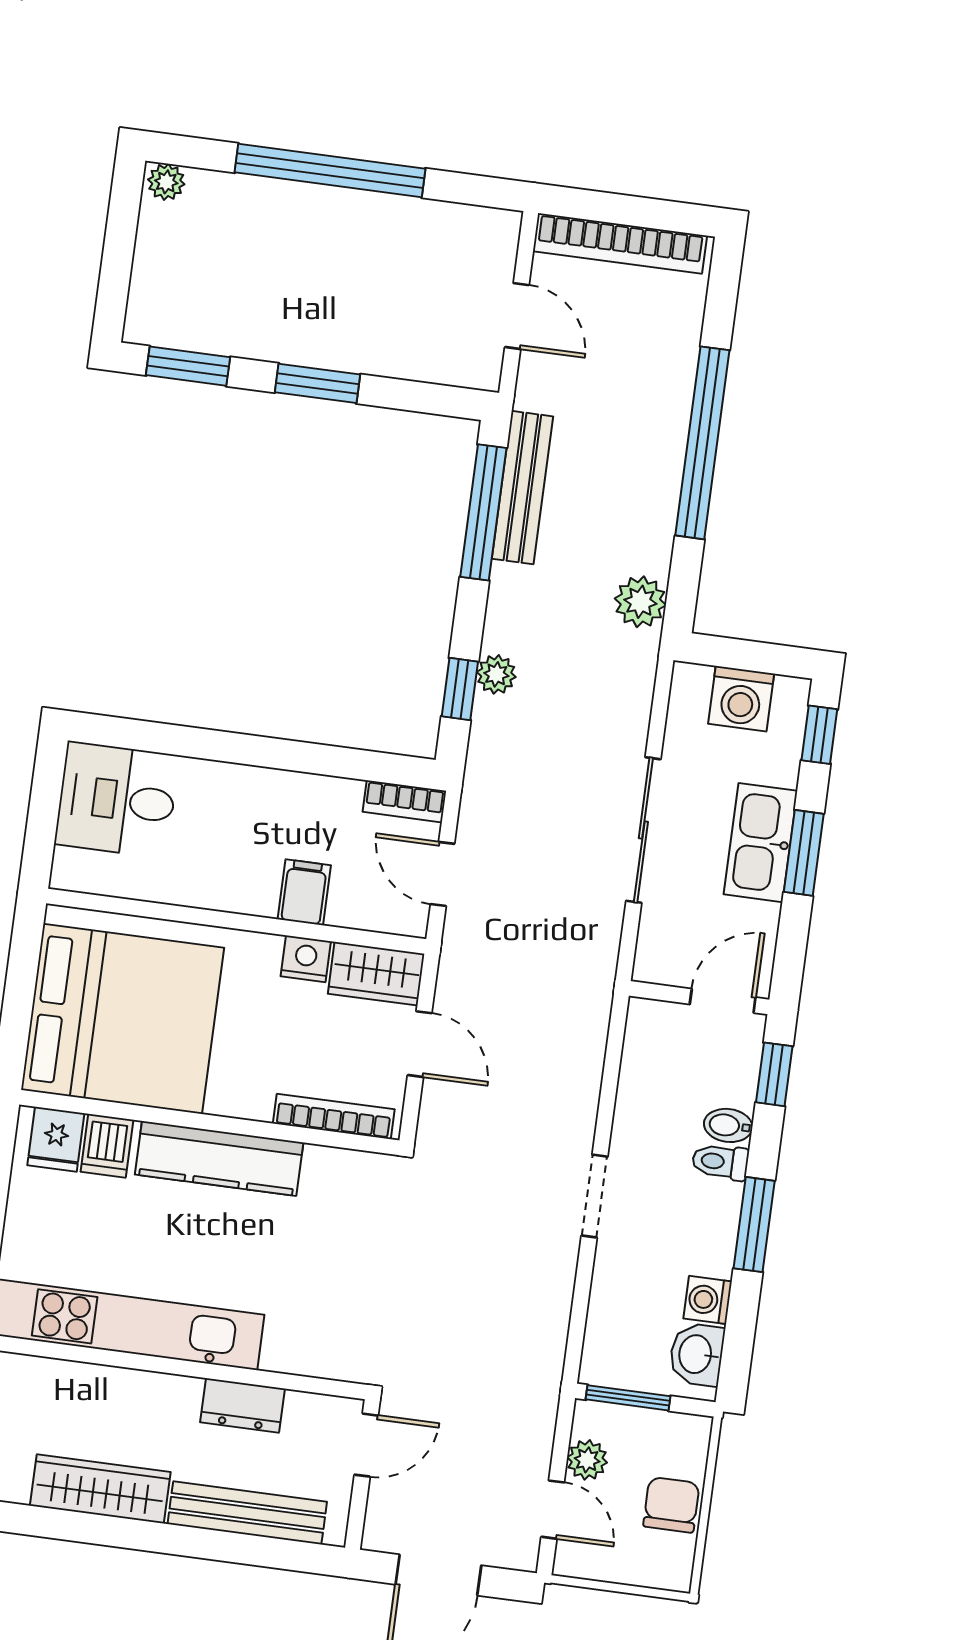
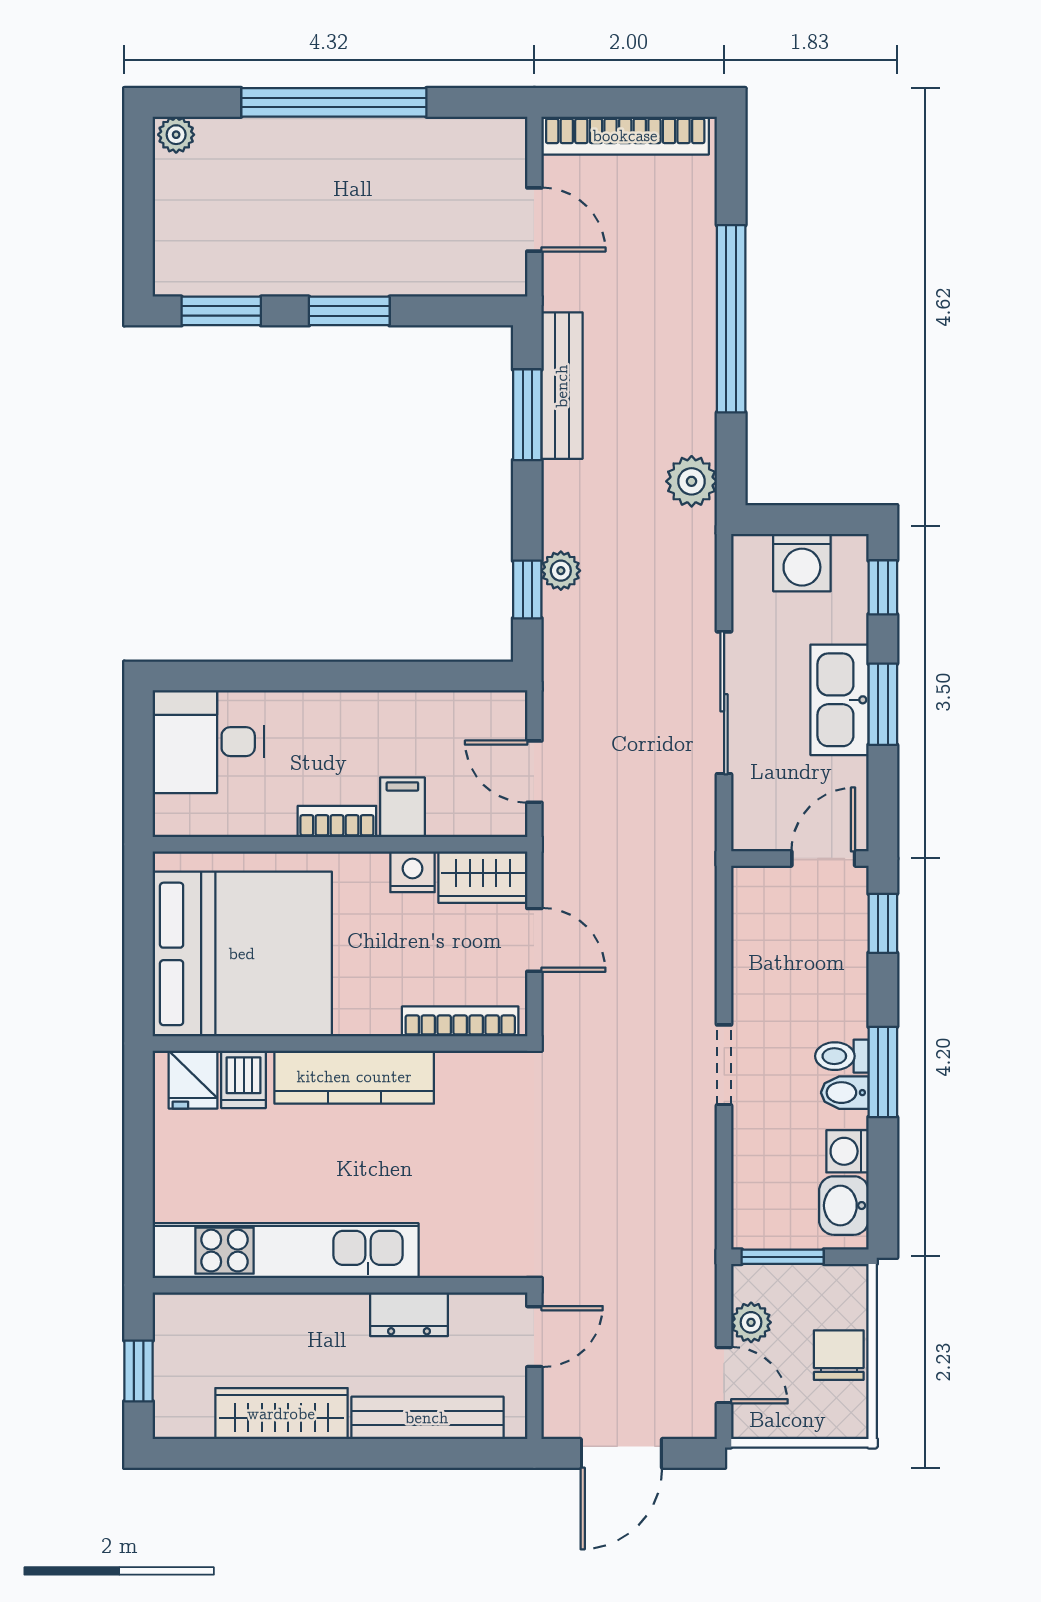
window: (483, 512) -> (527, 415), width x0.69
bookcase: (404, 801) -> (337, 821), moved, turned 180
bidet: (728, 1125) -> (845, 1093), moved
toilet: (720, 1162) -> (842, 1056), moved

